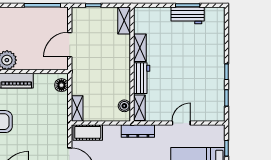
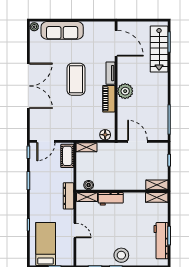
workbench: (188, 15) -> (161, 241), width x1.38
shelving: (140, 48) -> (157, 197), moved
stool: (212, 65) -> (121, 255), added

